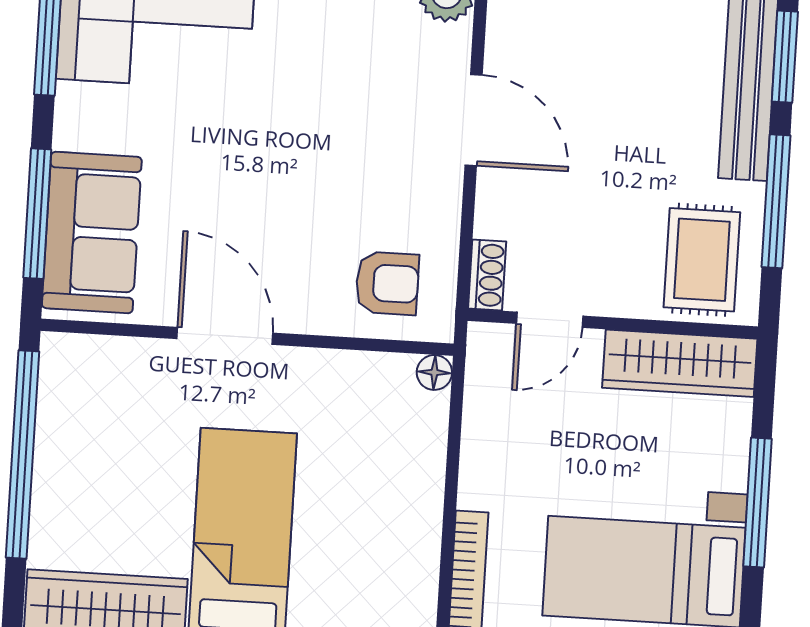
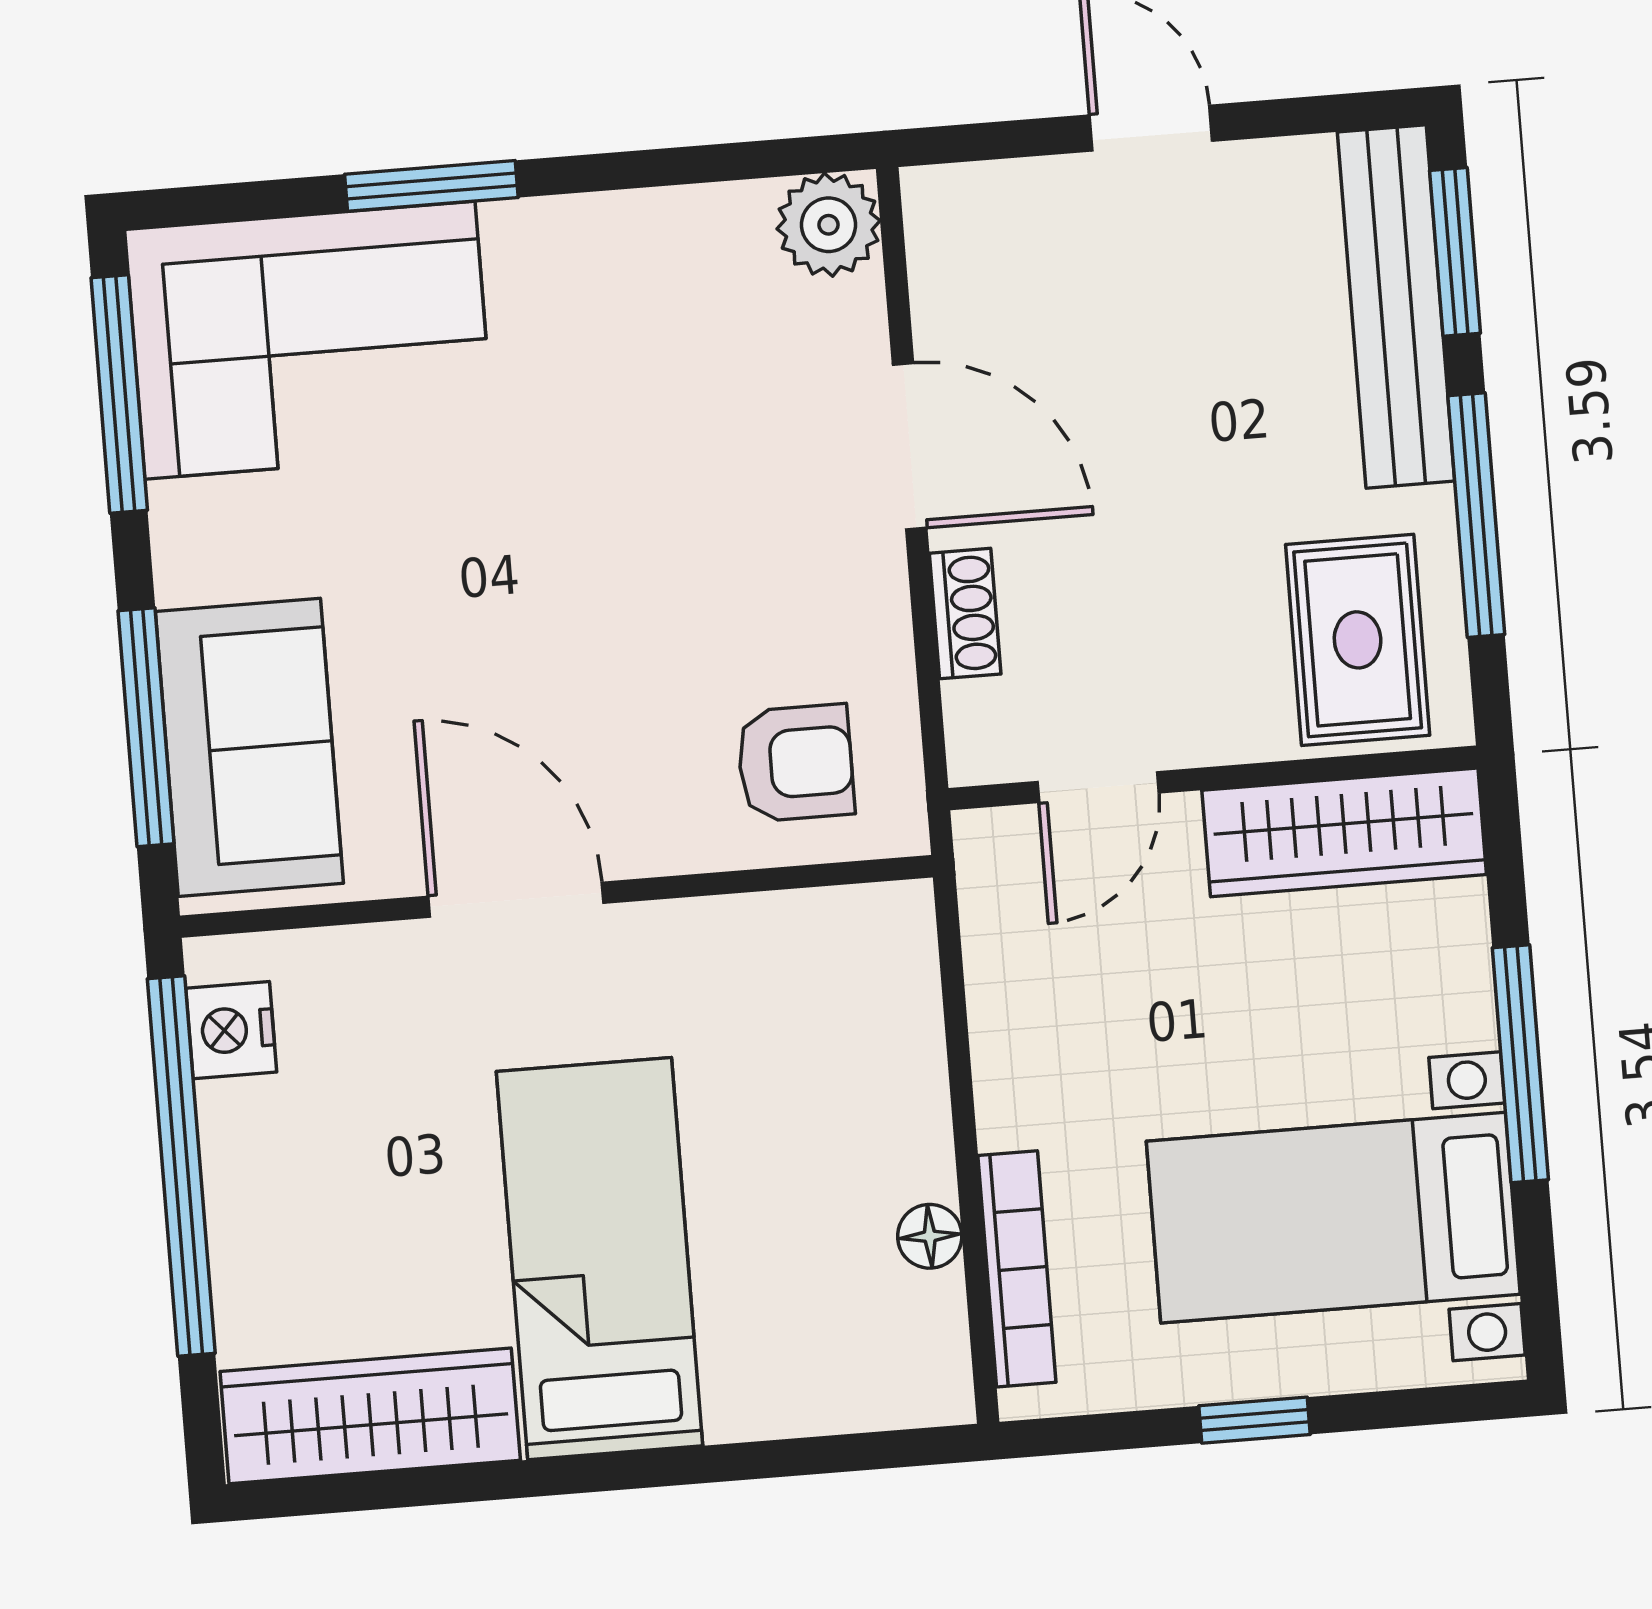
shoe rack: (487, 275) -> (965, 614), moved
floor lamp: (434, 372) -> (930, 1236), moved
nightstand: (60, 385) -> (231, 1030), added

